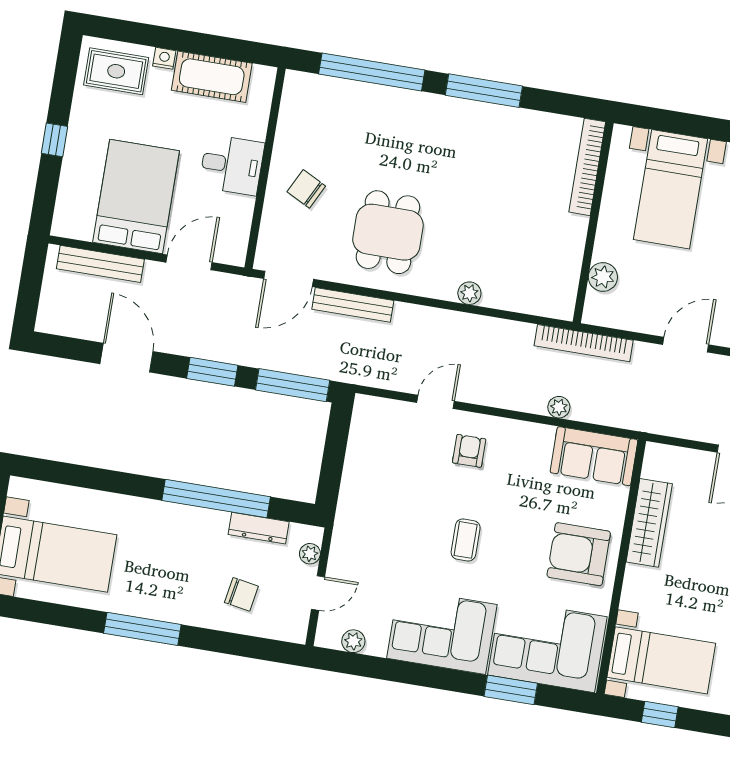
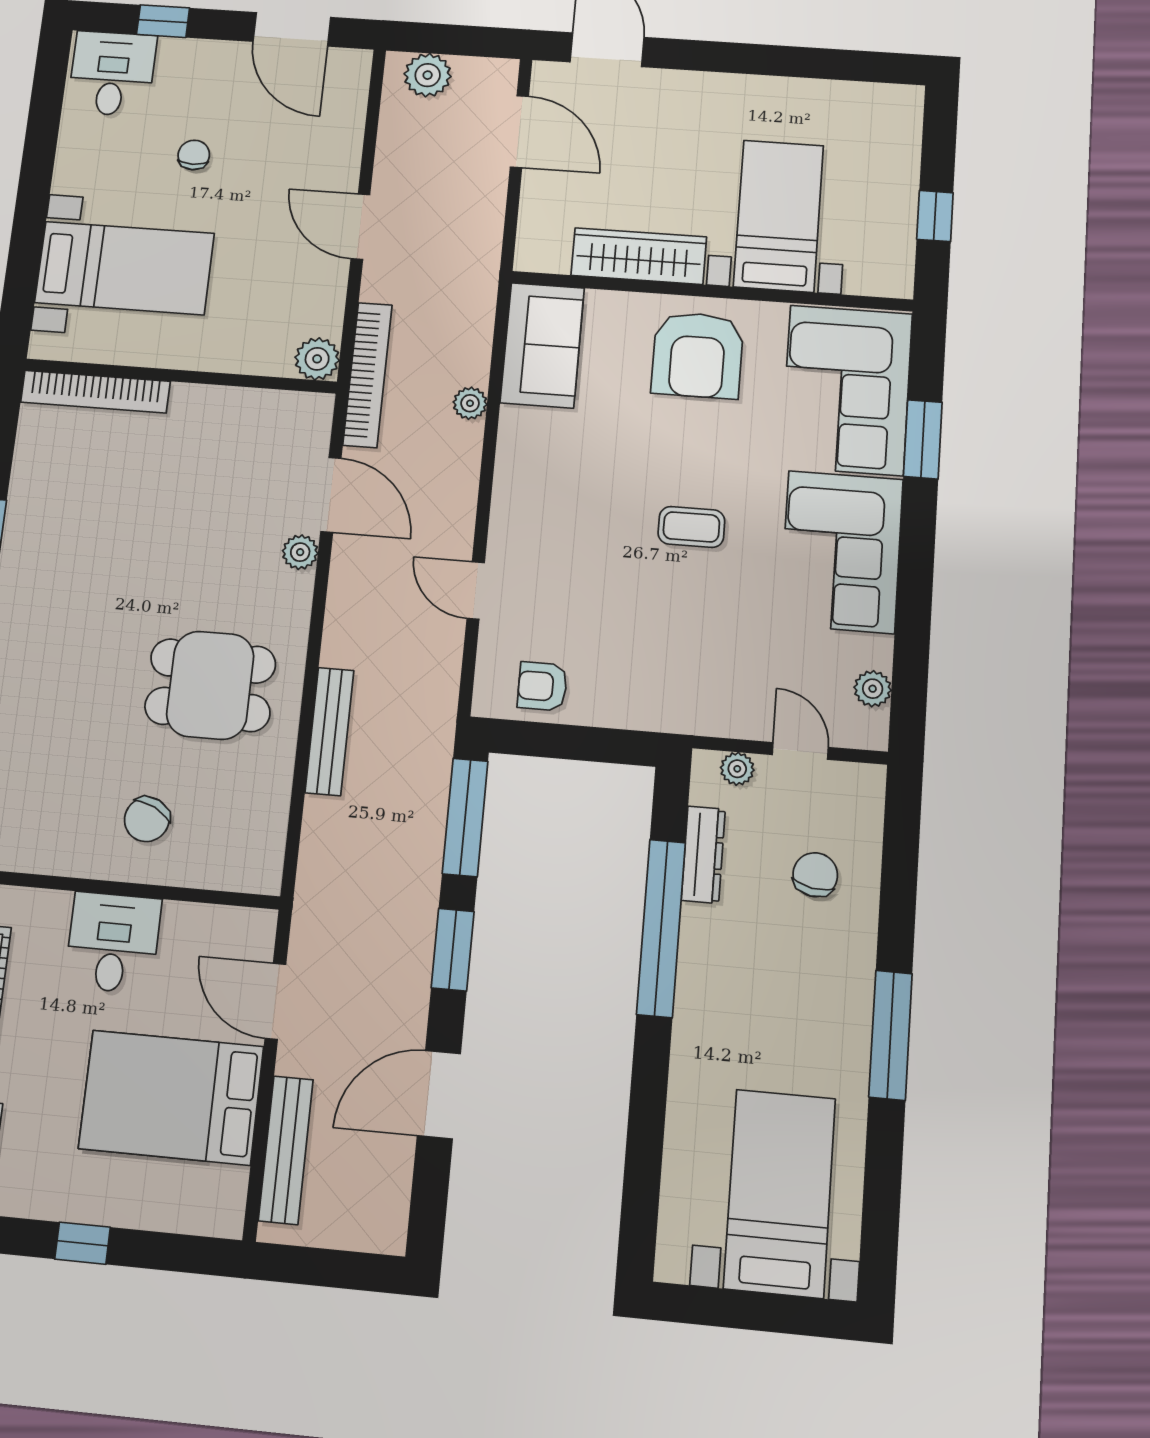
plant: (603, 277) -> (317, 359), moved
door: (289, 279) -> (331, 495), moved
armchair: (469, 451) -> (542, 686), moved
bed with nightstands: (661, 660) -> (779, 216), moved

